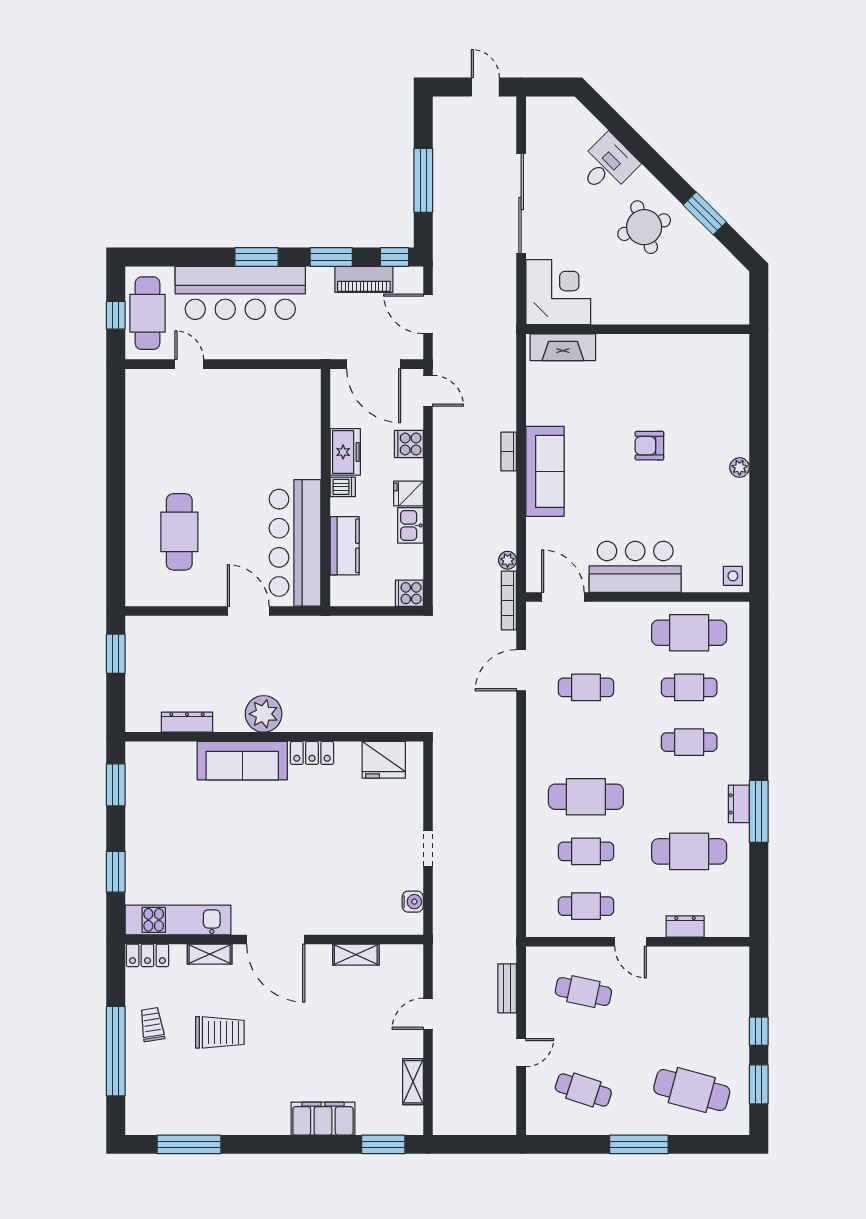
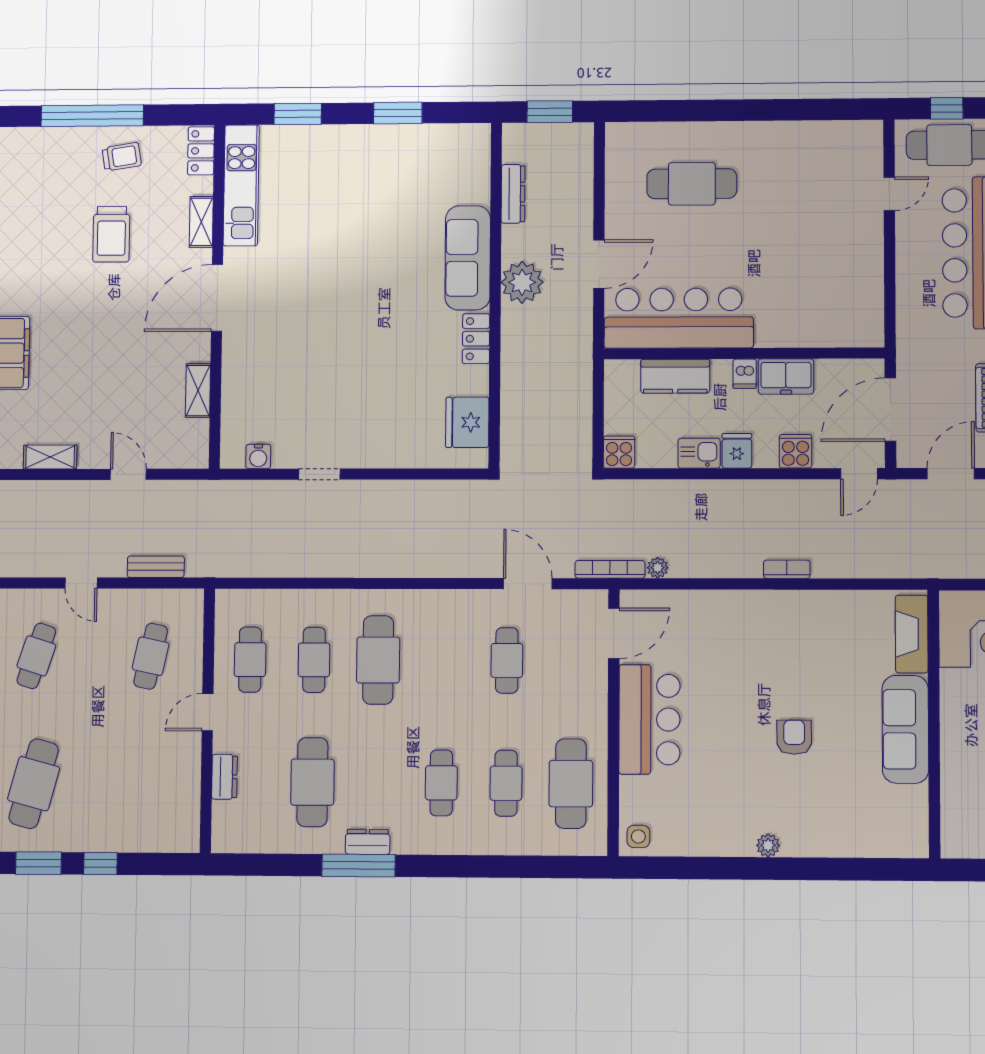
sofa: (545, 471) -> (905, 729), moved, turned 90
plant: (264, 714) -> (522, 282), moved
dresser: (187, 722) -> (513, 194), moved
wall: (274, 737) -> (495, 295), moved
locker: (312, 753) -> (476, 339), moved
fridge: (384, 760) -> (467, 422), moved
sofa: (242, 761) -> (468, 258), moved

